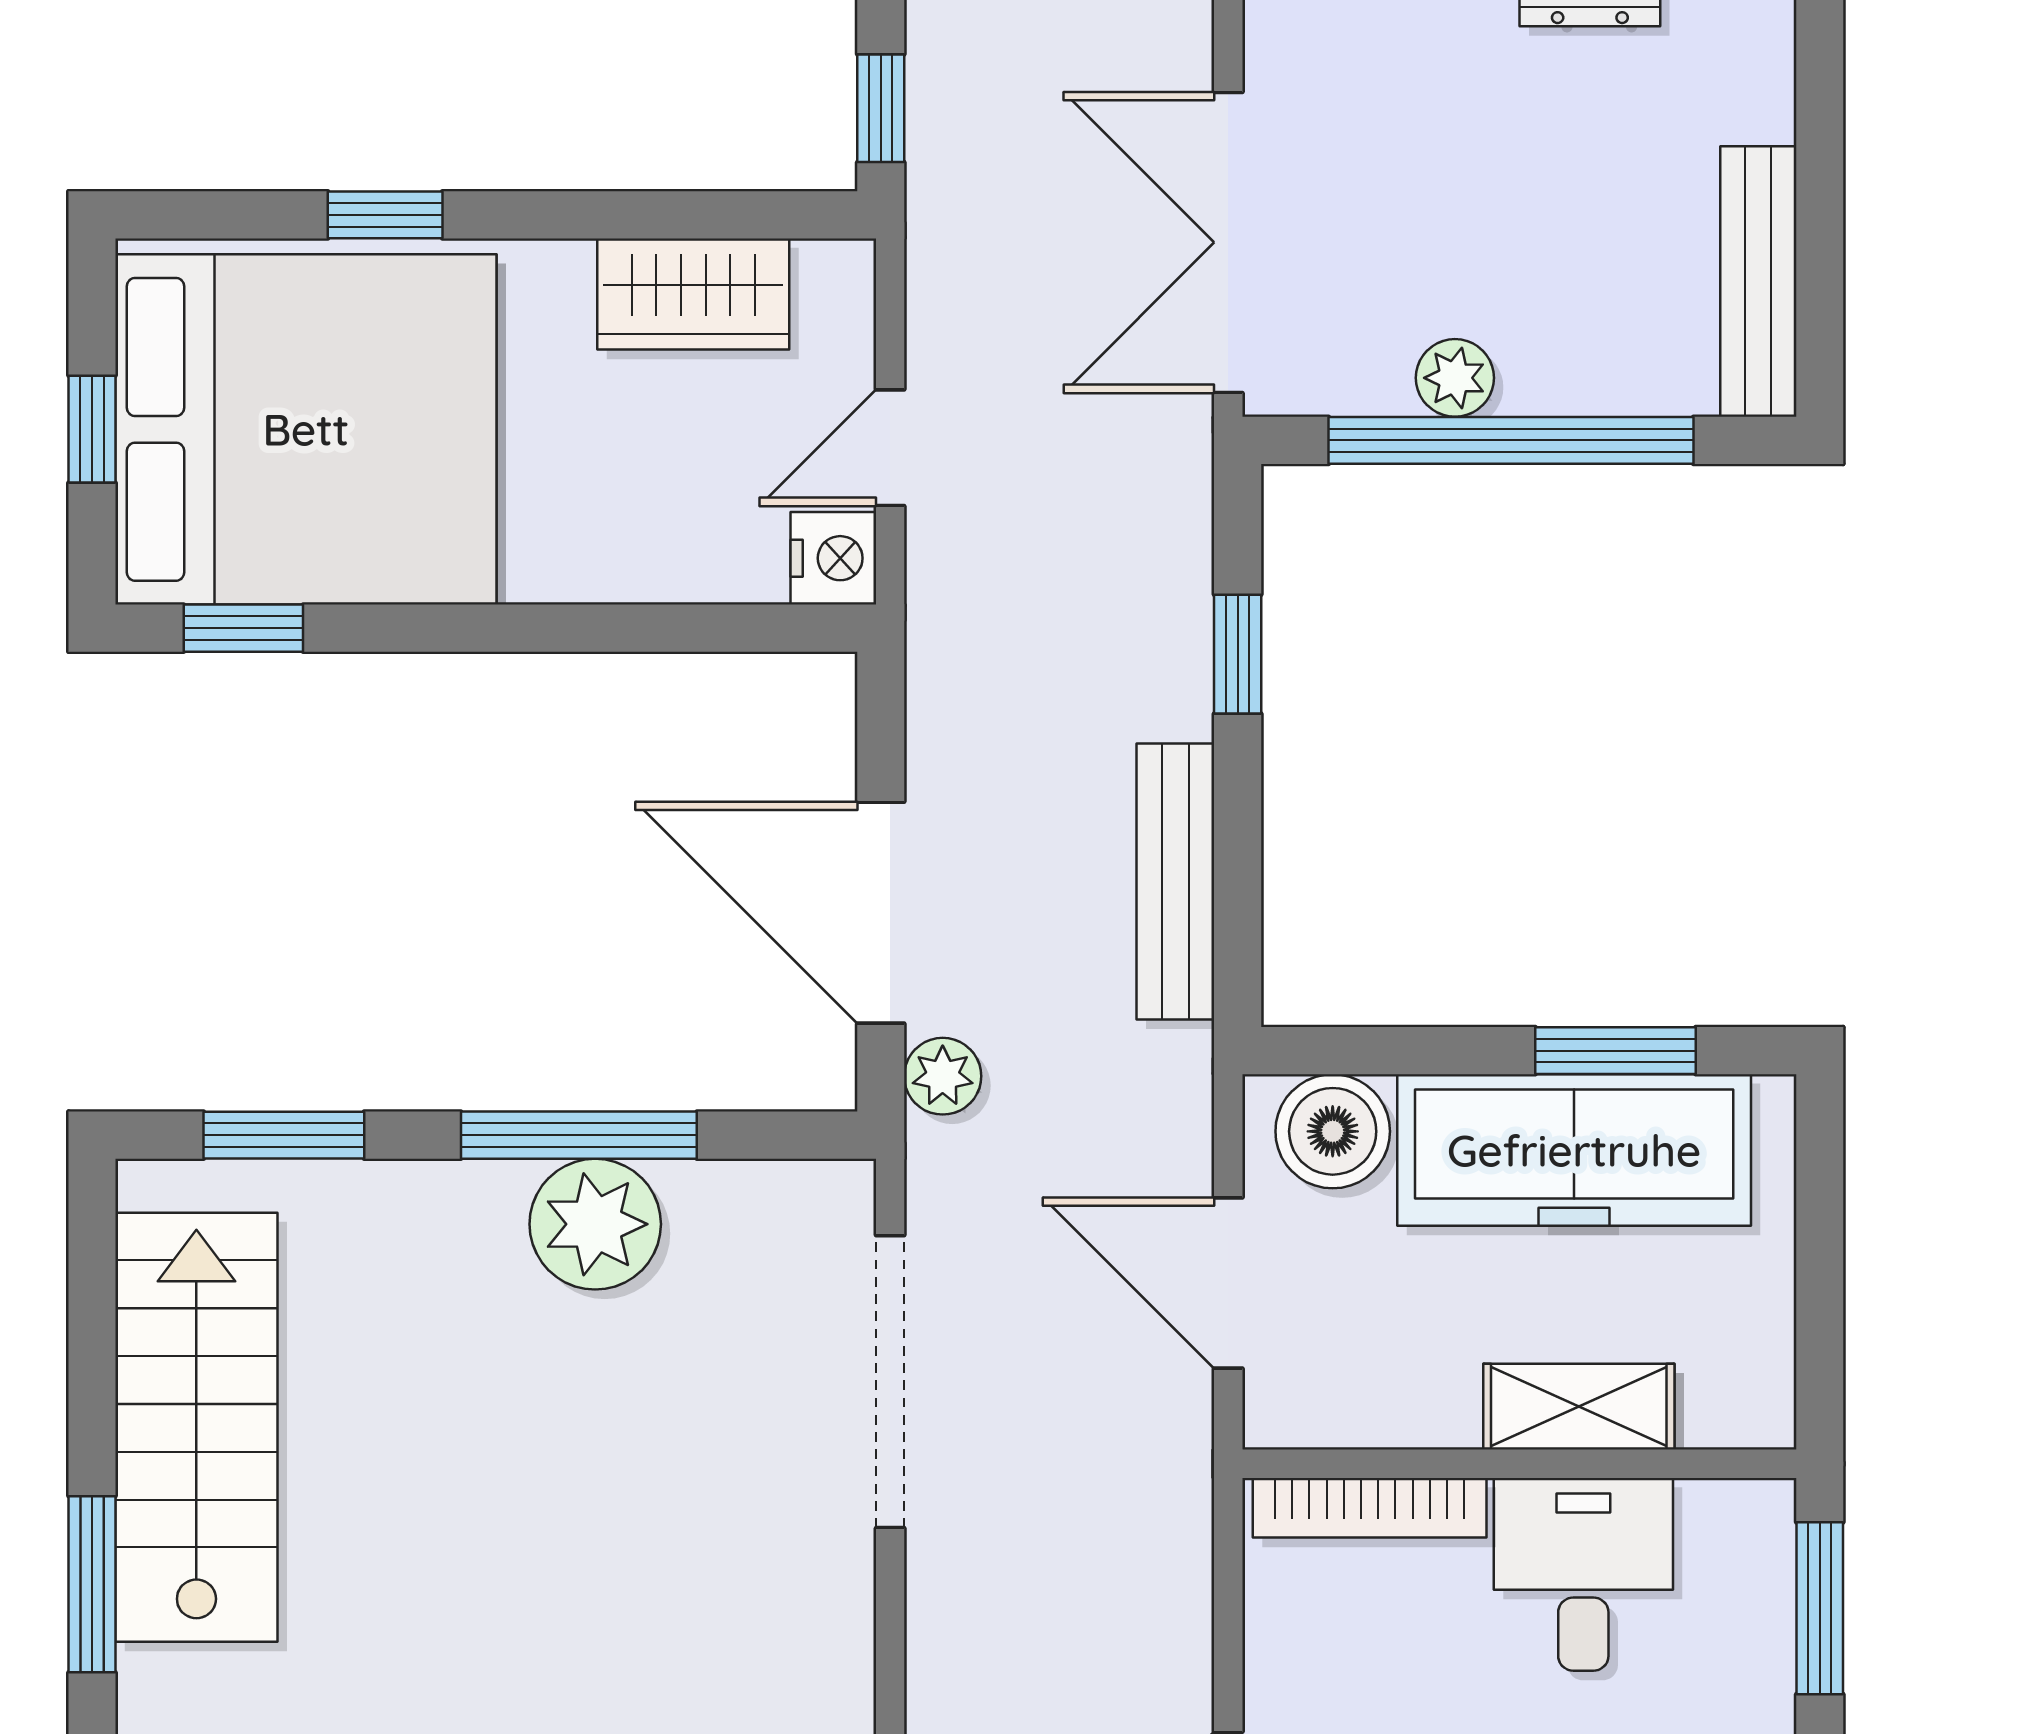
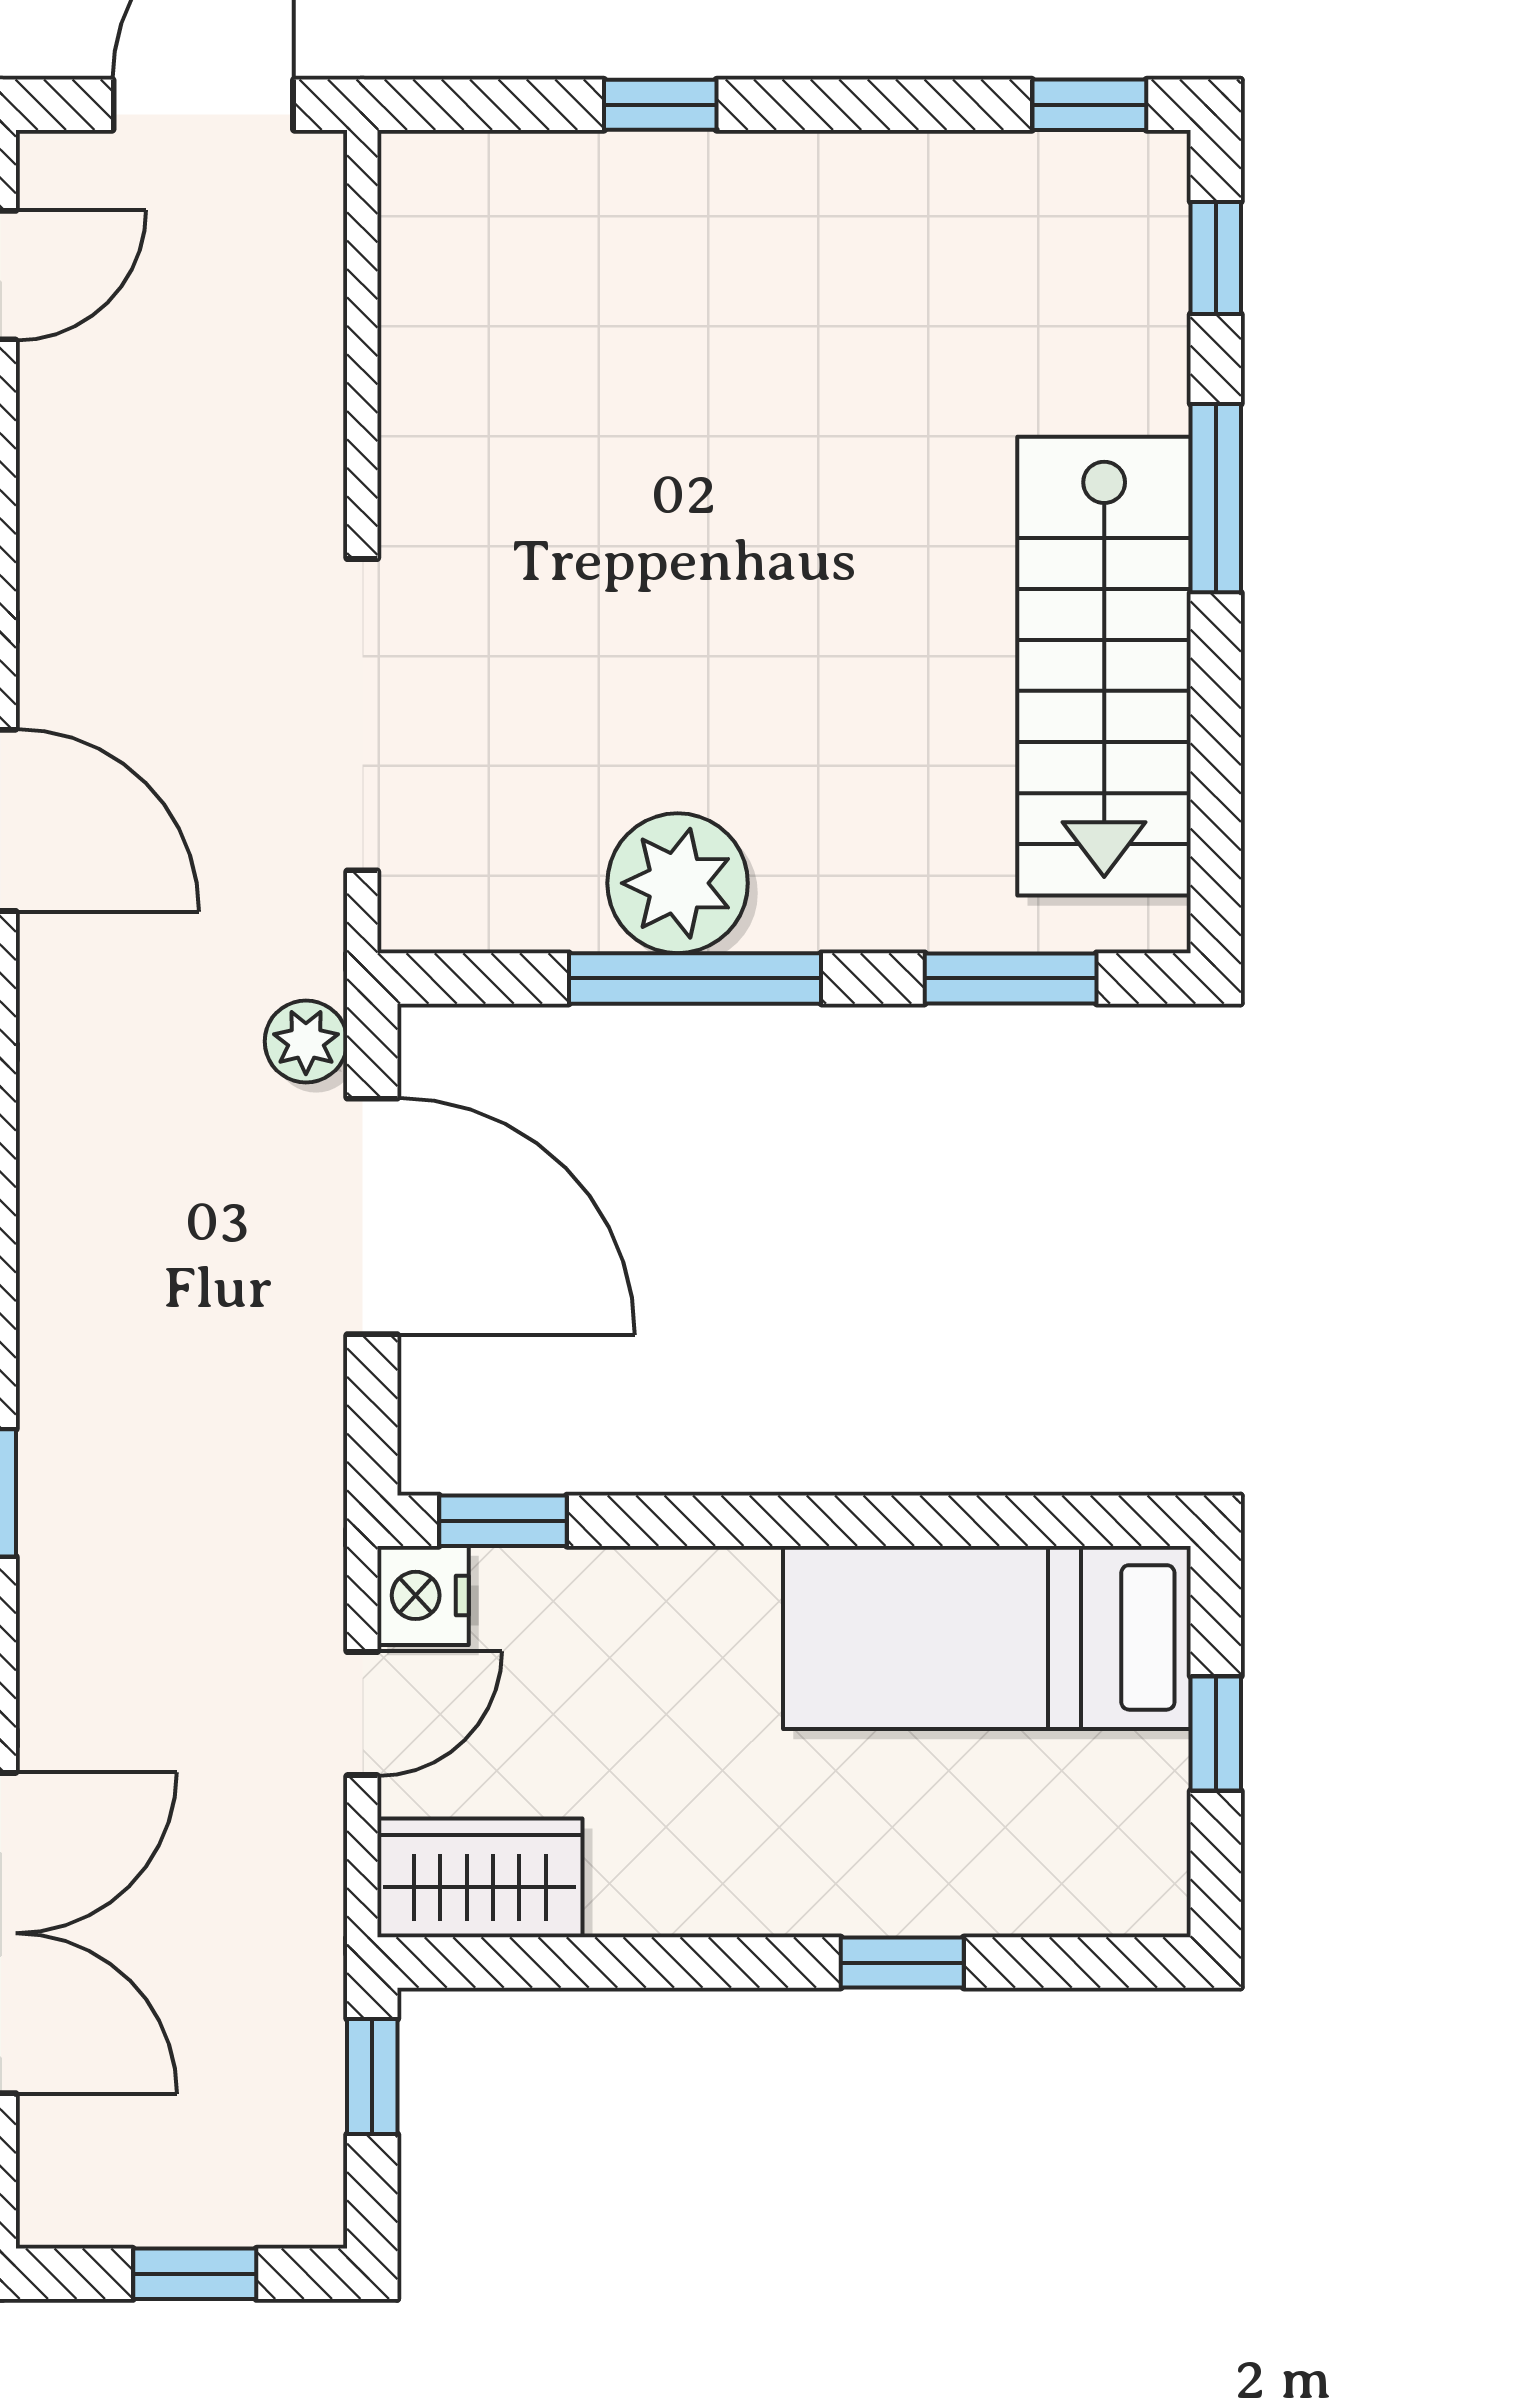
wardrobe: (693, 294) -> (480, 1878), moved
bed: (306, 429) -> (987, 1637), width x0.49
window: (243, 628) -> (503, 1521), moved
bench: (1175, 881) -> (57, 1250), removed

